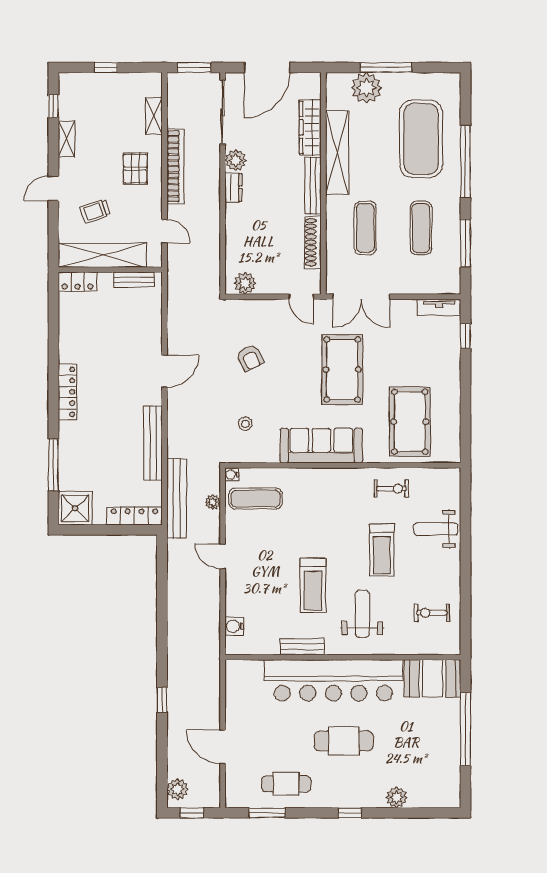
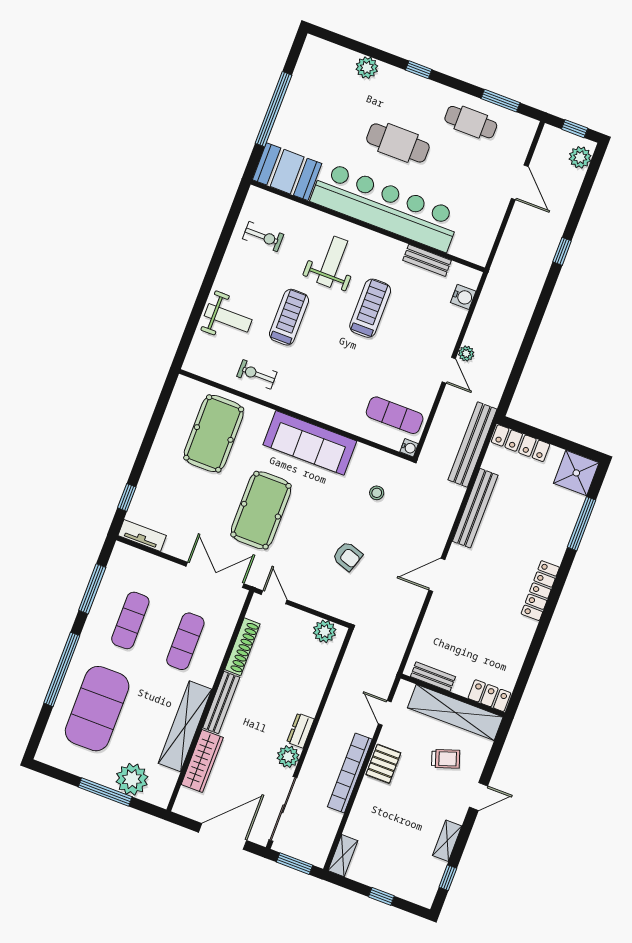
shelving: (154, 116) -> (343, 856), moved
pallet: (135, 169) -> (383, 764), moved
armchair: (250, 358) -> (347, 556), turned 134
plant: (213, 502) -> (466, 354), moved
weight bench: (362, 614) -> (332, 262), turned 180
bench: (302, 647) -> (427, 260), moved

